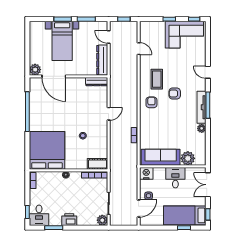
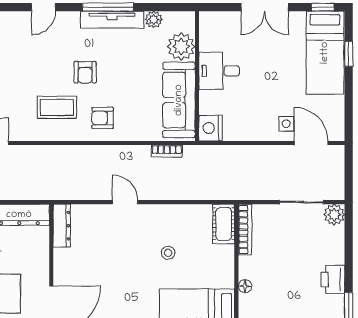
sofa: (161, 157) -> (179, 100), moved
plant: (188, 158) -> (181, 46), moved
wall: (173, 166) -> (197, 76), moved
nightstand: (146, 173) -> (211, 128), moved
desk: (175, 178) -> (219, 71), moved

